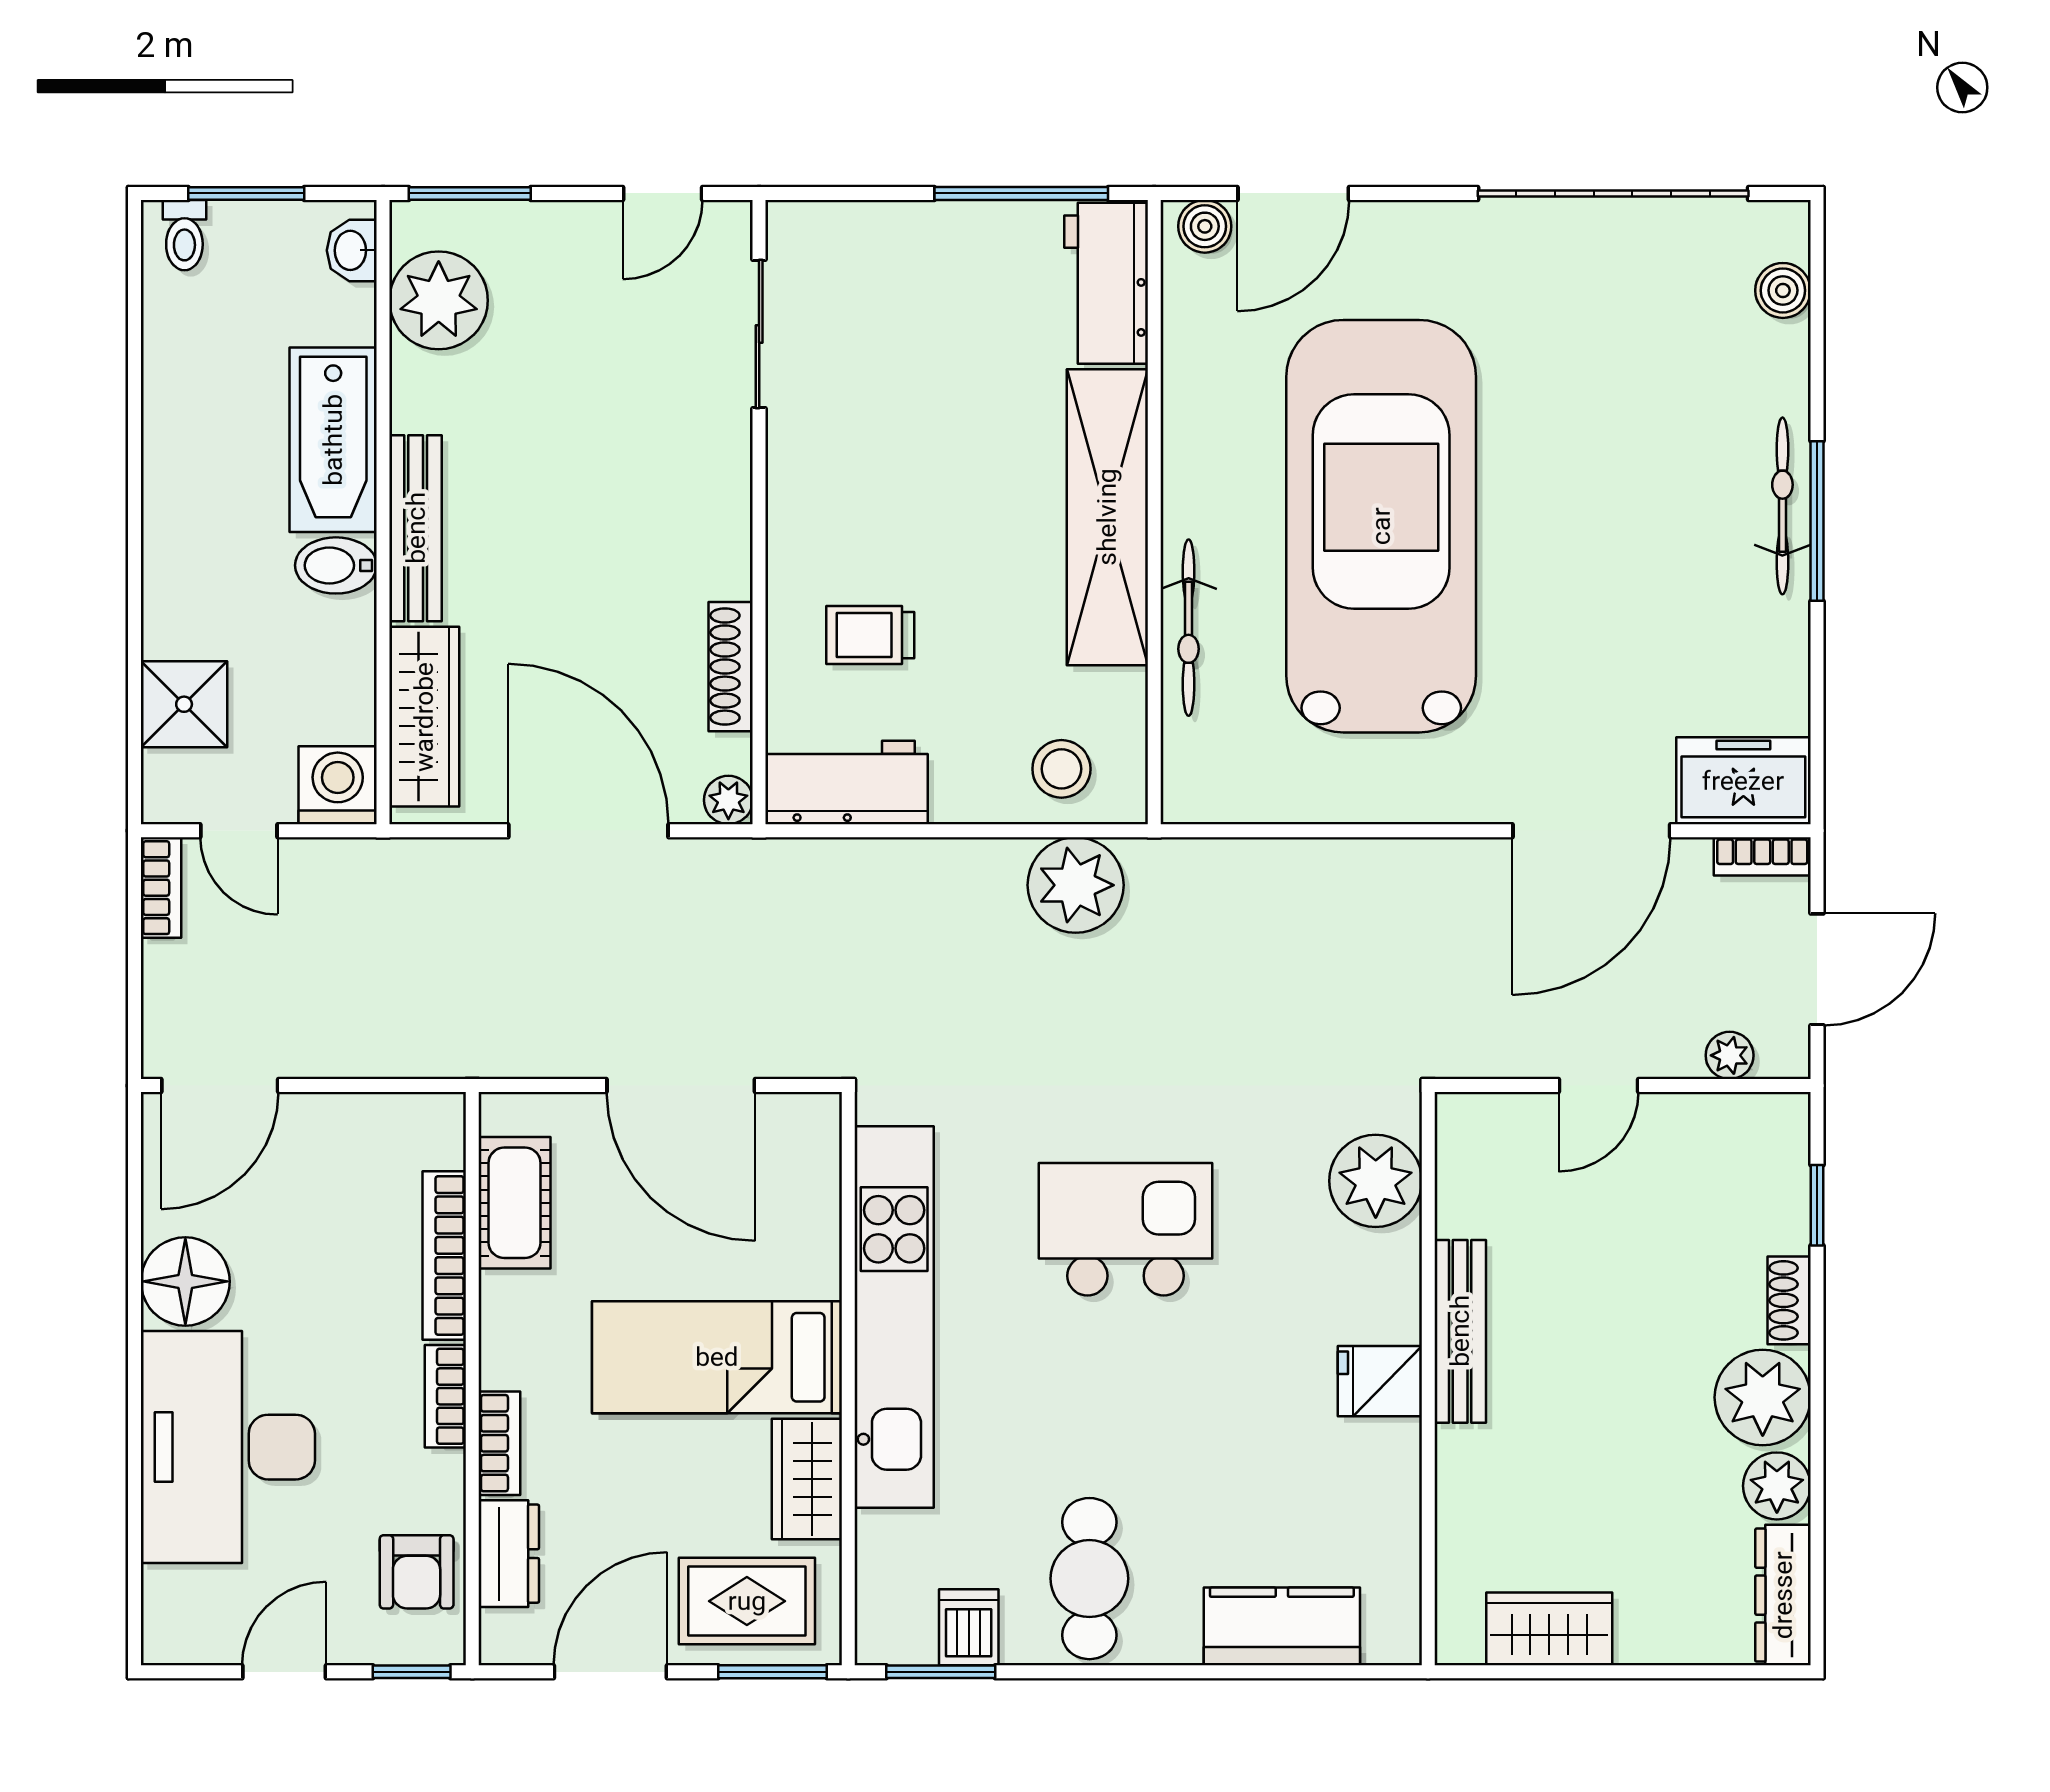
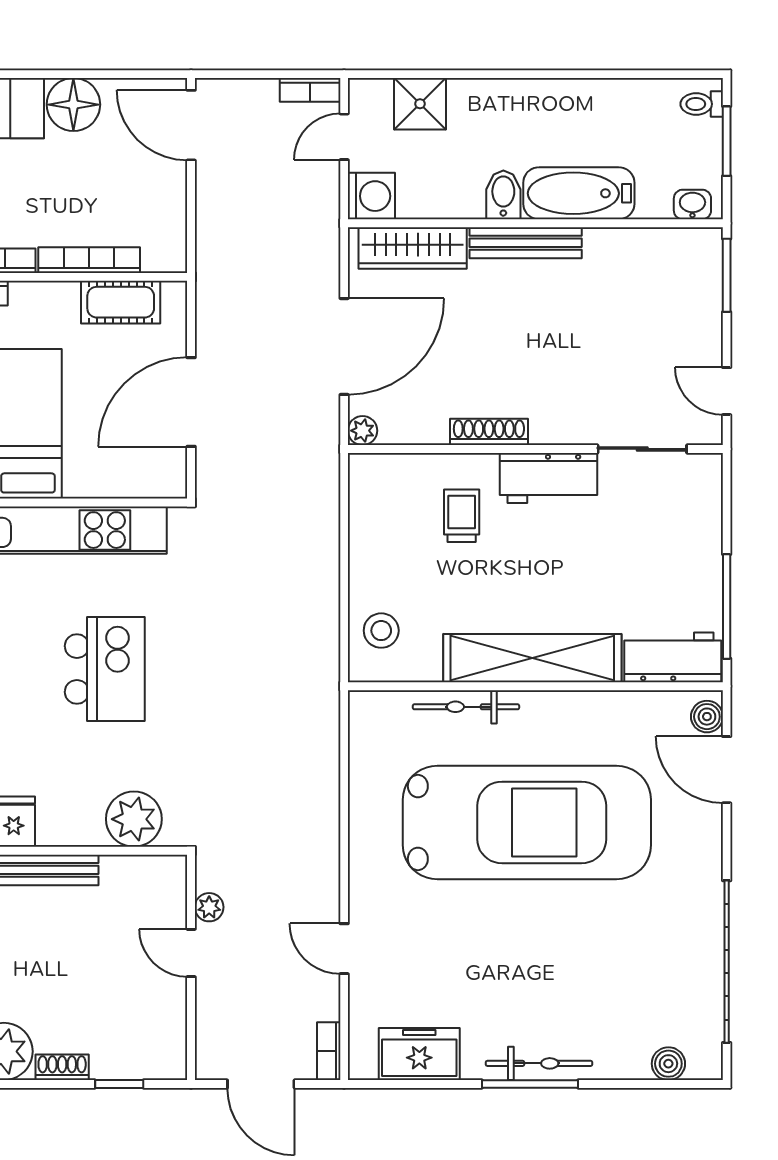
plant: (439, 300) -> (662, 257), removed
shoe rack: (731, 667) -> (489, 432), moved
freezer: (1743, 781) -> (419, 1054), moved, turned -90
workbench: (846, 782) -> (548, 478), moved, turned 90
door: (1591, 831) -> (344, 949), width x0.53
plant: (1076, 885) -> (311, 639), removed
plant: (1730, 1055) -> (209, 907), moved

